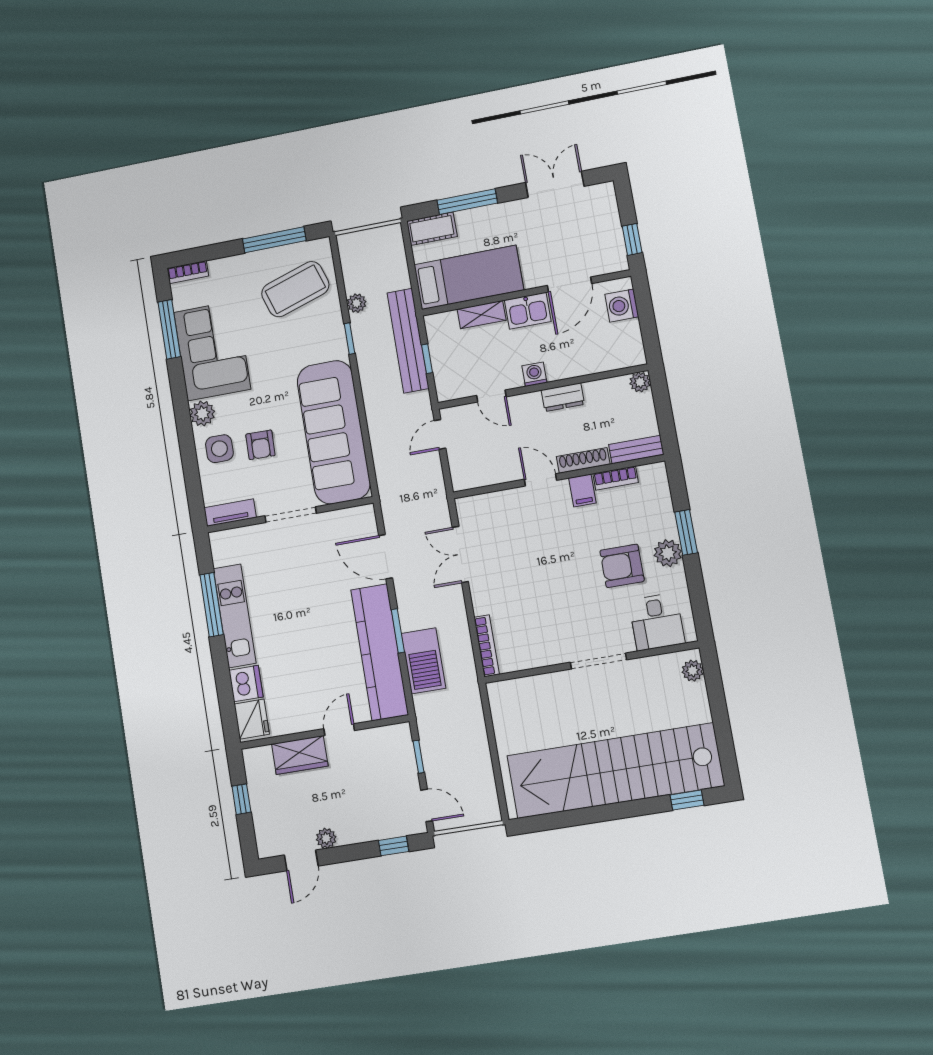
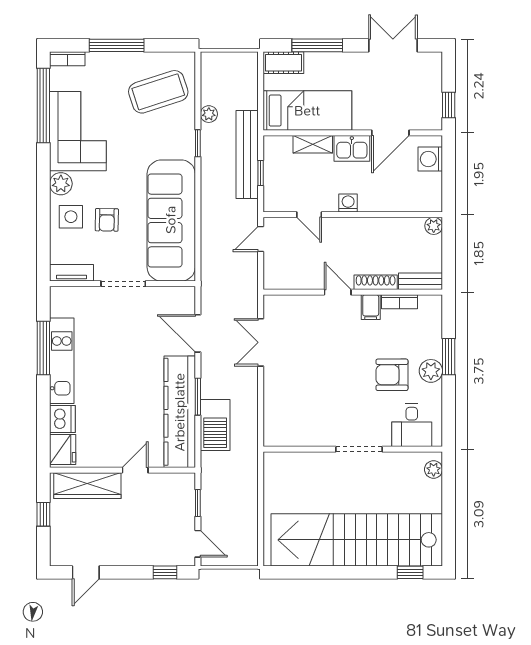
window: (274, 240) -> (117, 45), moved
window: (169, 329) -> (43, 106), width x1.46
dresser: (563, 397) -> (368, 227), removed
bookcase: (487, 646) -> (270, 421), removed
wardrobe: (300, 755) -> (87, 486), width x1.50
plant: (326, 838) -> (110, 557), removed

